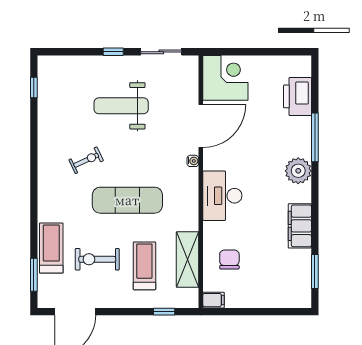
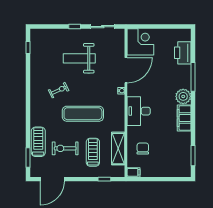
filing cabinet: (300, 226) -> (184, 118), moved

